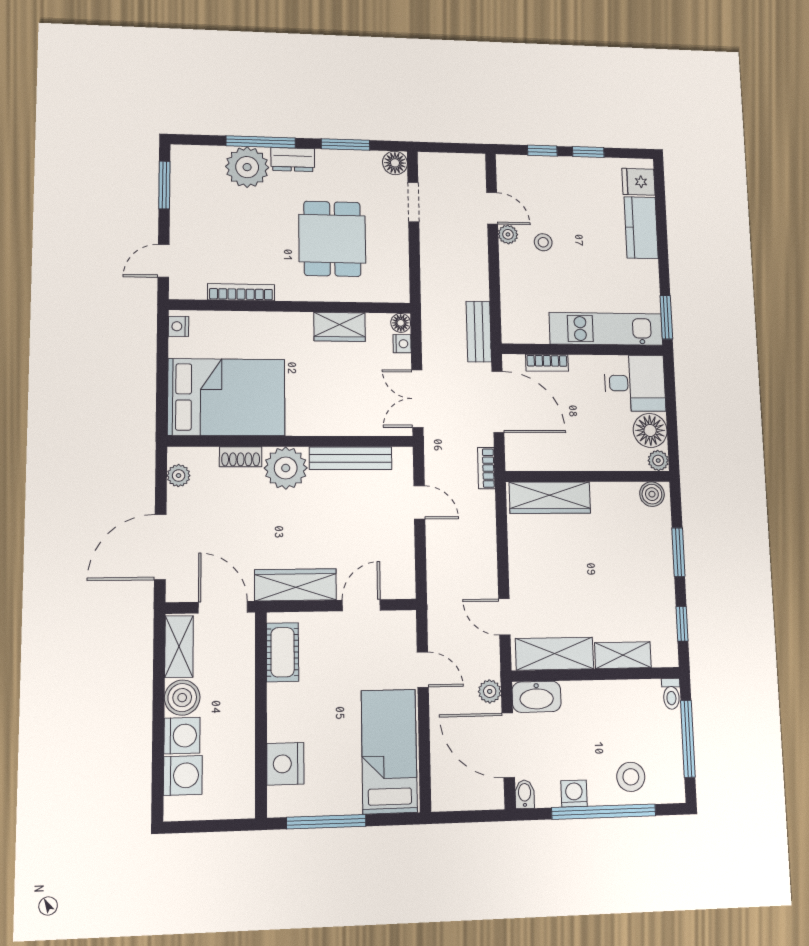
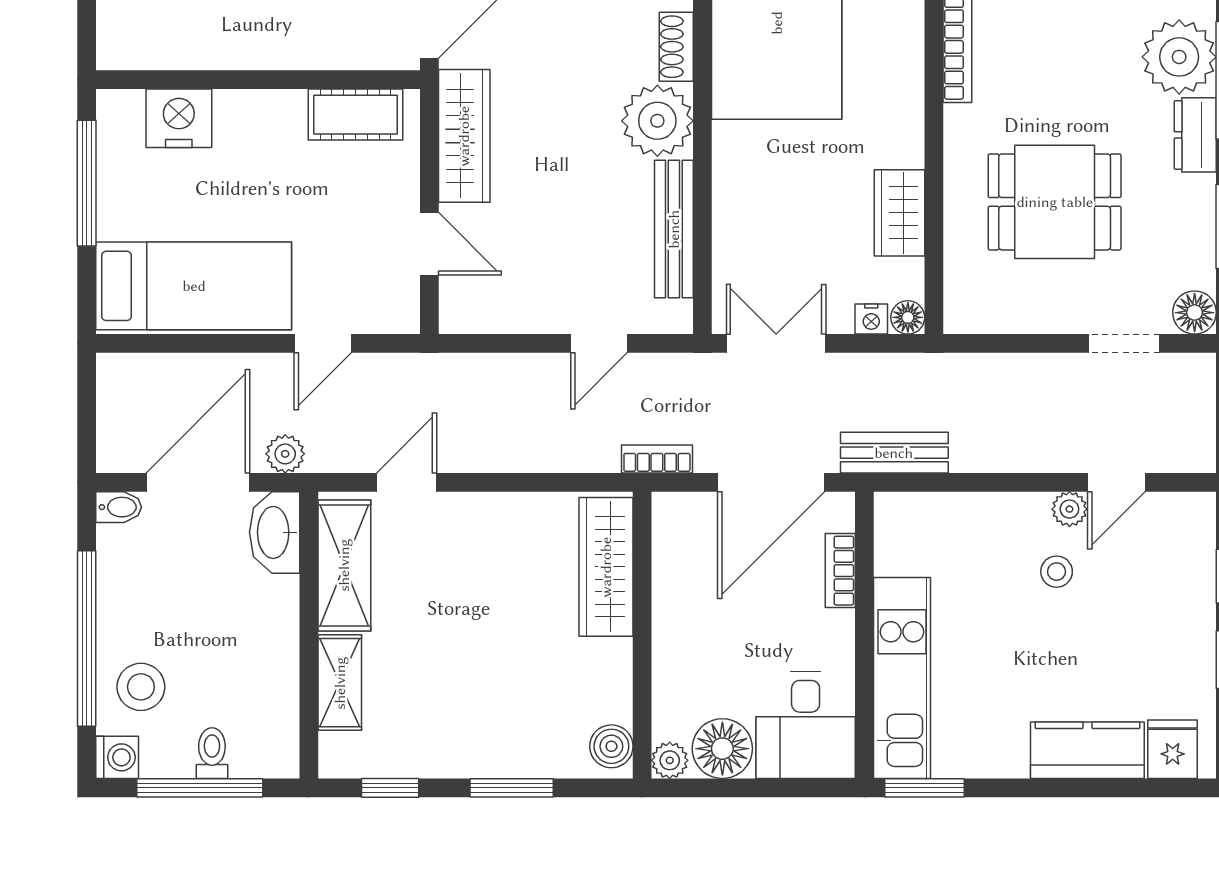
toilet: (671, 694) -> (212, 753), moved, turned 90
washing machine: (574, 794) -> (117, 757), moved

